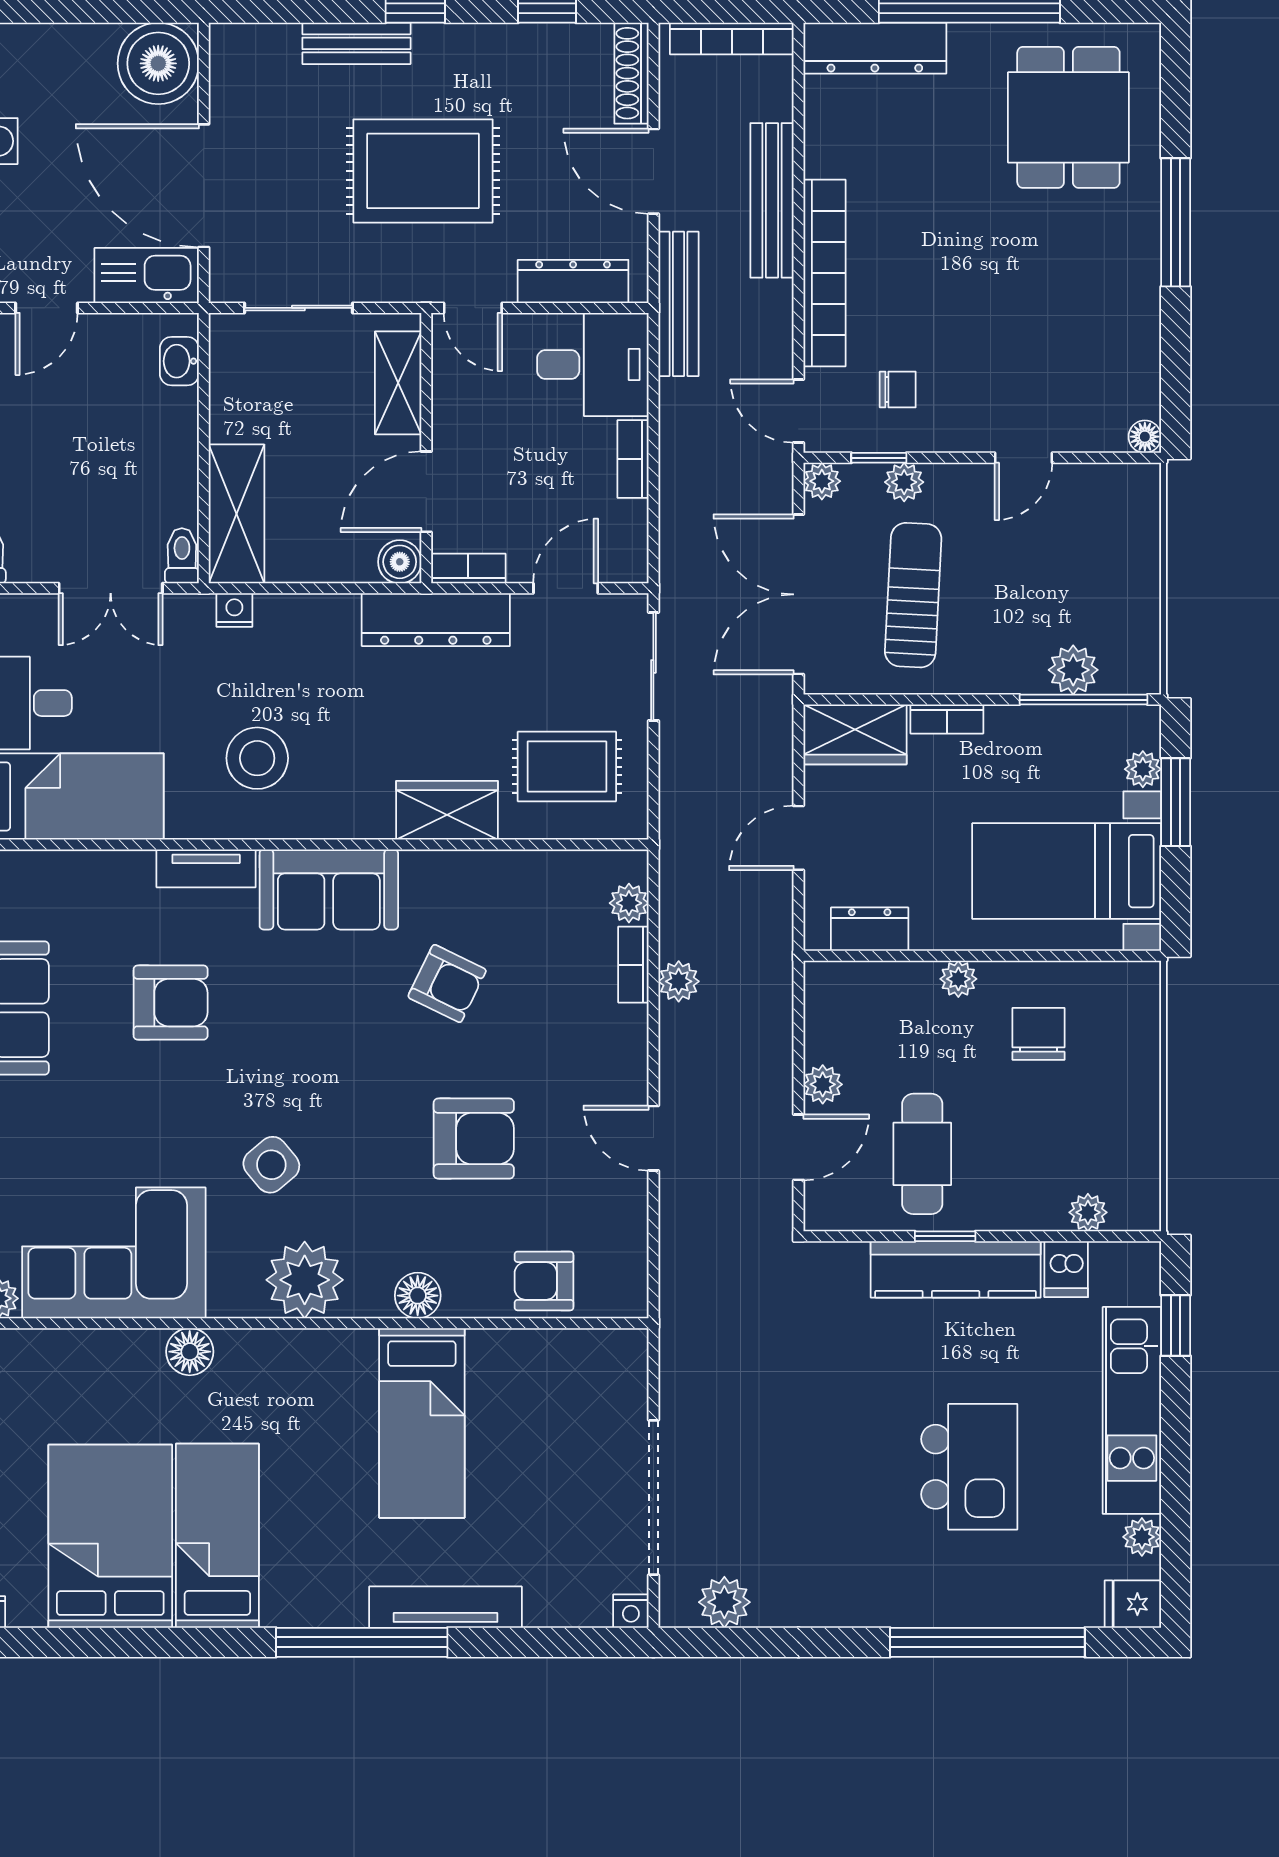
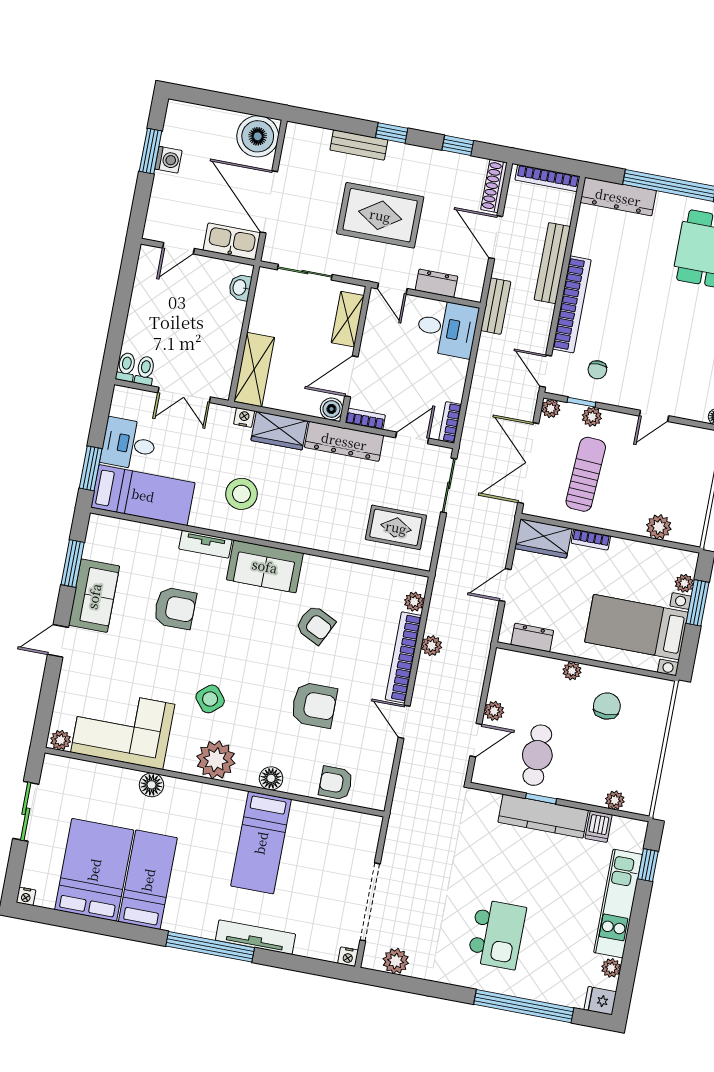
dresser: (573, 281) -> (436, 283), width x0.70
bench: (678, 304) -> (496, 306), width x0.73
chair: (898, 390) -> (597, 370), turned 90
bookcase: (633, 459) -> (450, 422), moved
toilet: (182, 556) -> (145, 371), moved
window: (1084, 700) -> (661, 543), removed
wardrobe: (447, 810) -> (279, 431), moved, turned 180
bookcase: (633, 965) -> (403, 657), width x2.31, depth x1.31
kitchen island: (969, 1467) -> (497, 934), moved

